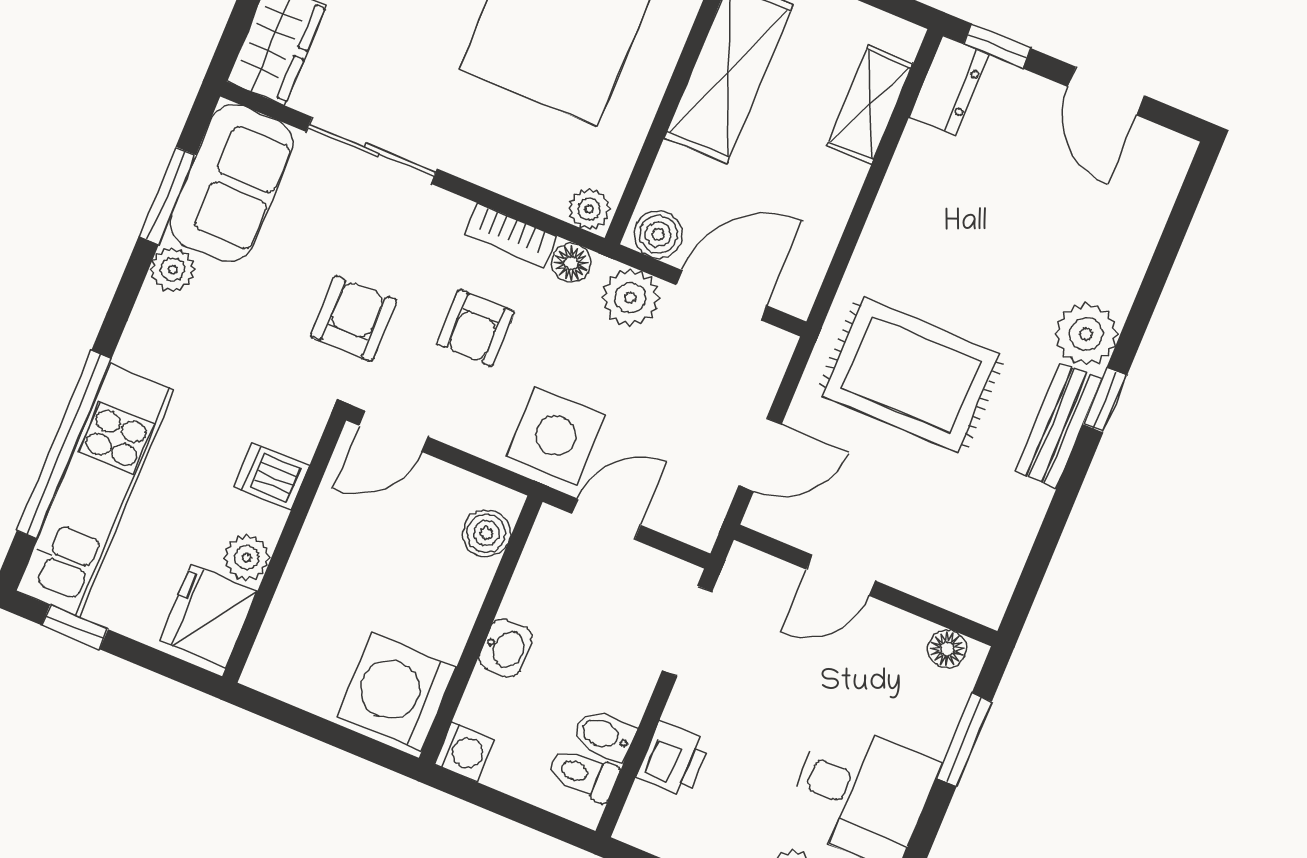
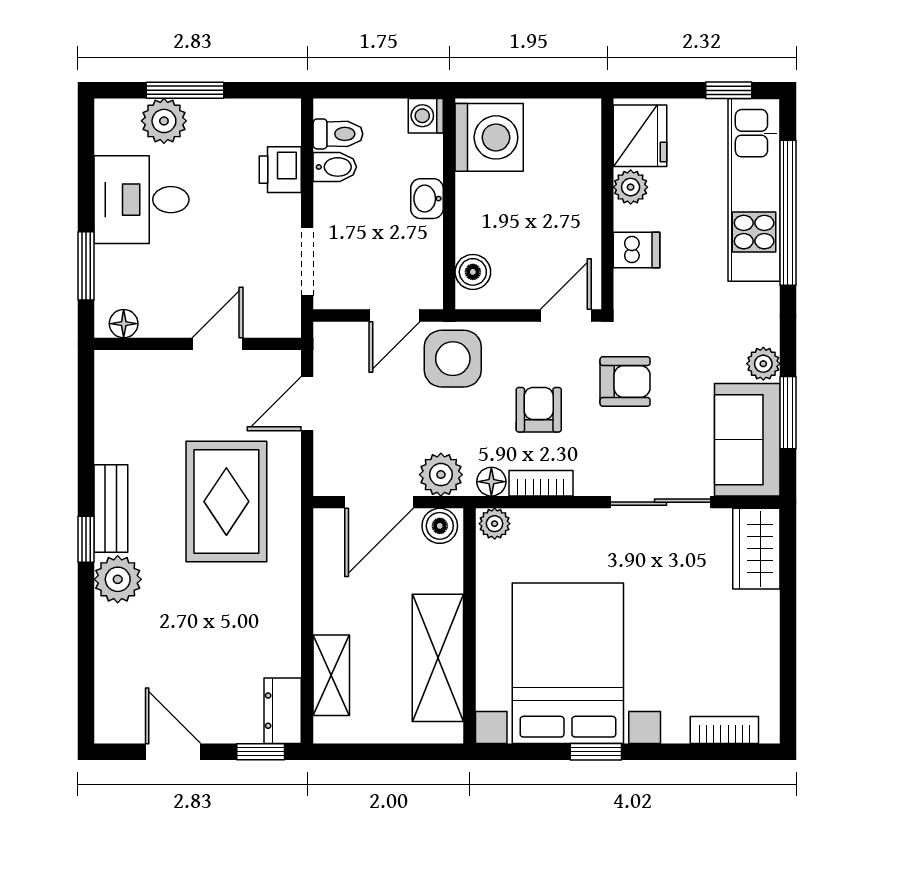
armchair: (354, 319) -> (625, 382), turned -90
rug: (911, 375) -> (226, 501), turned 90

